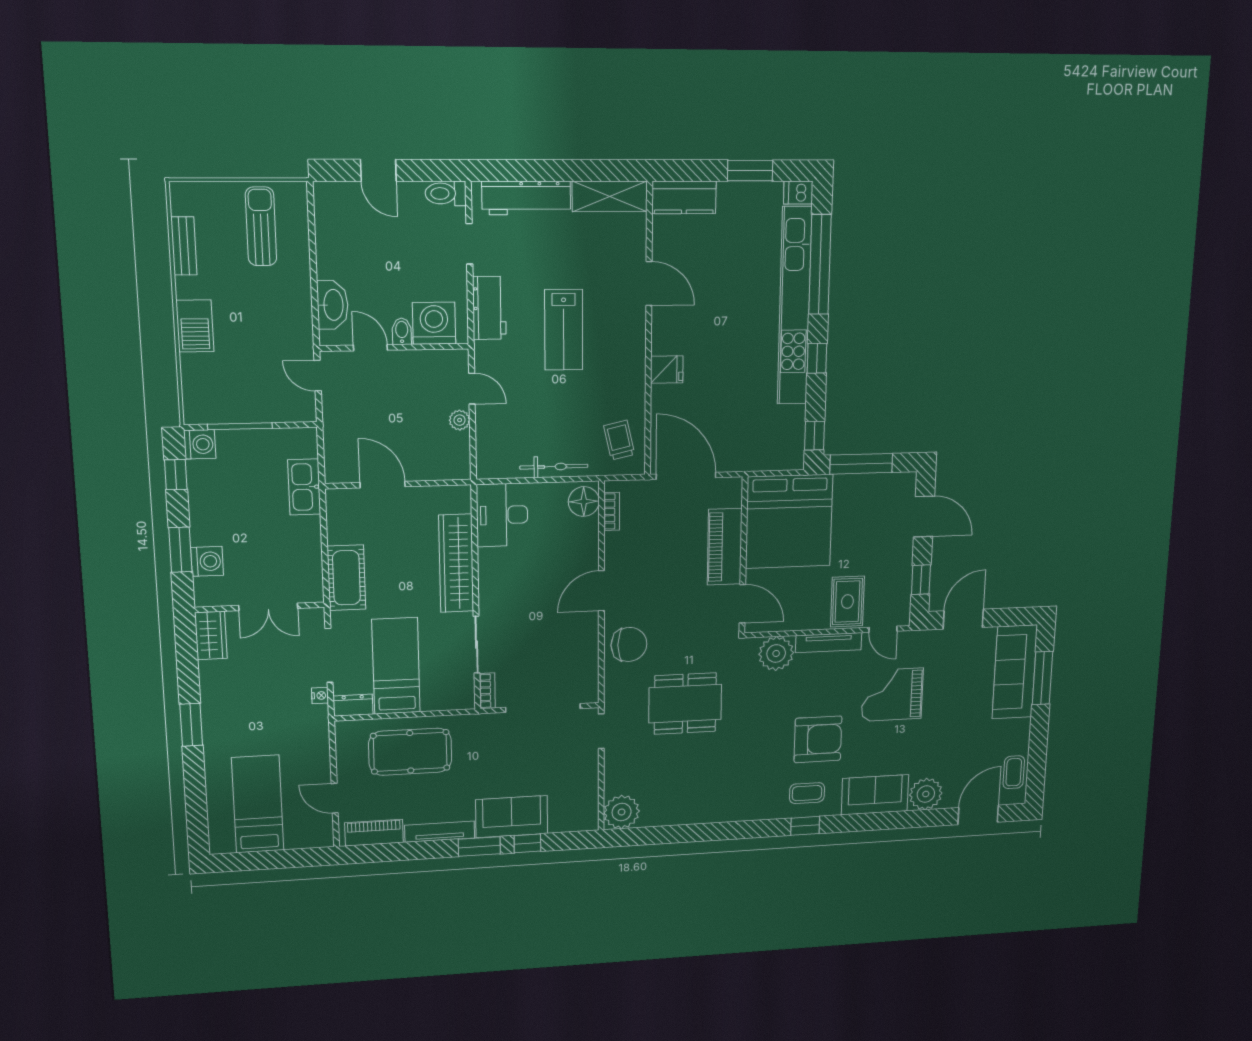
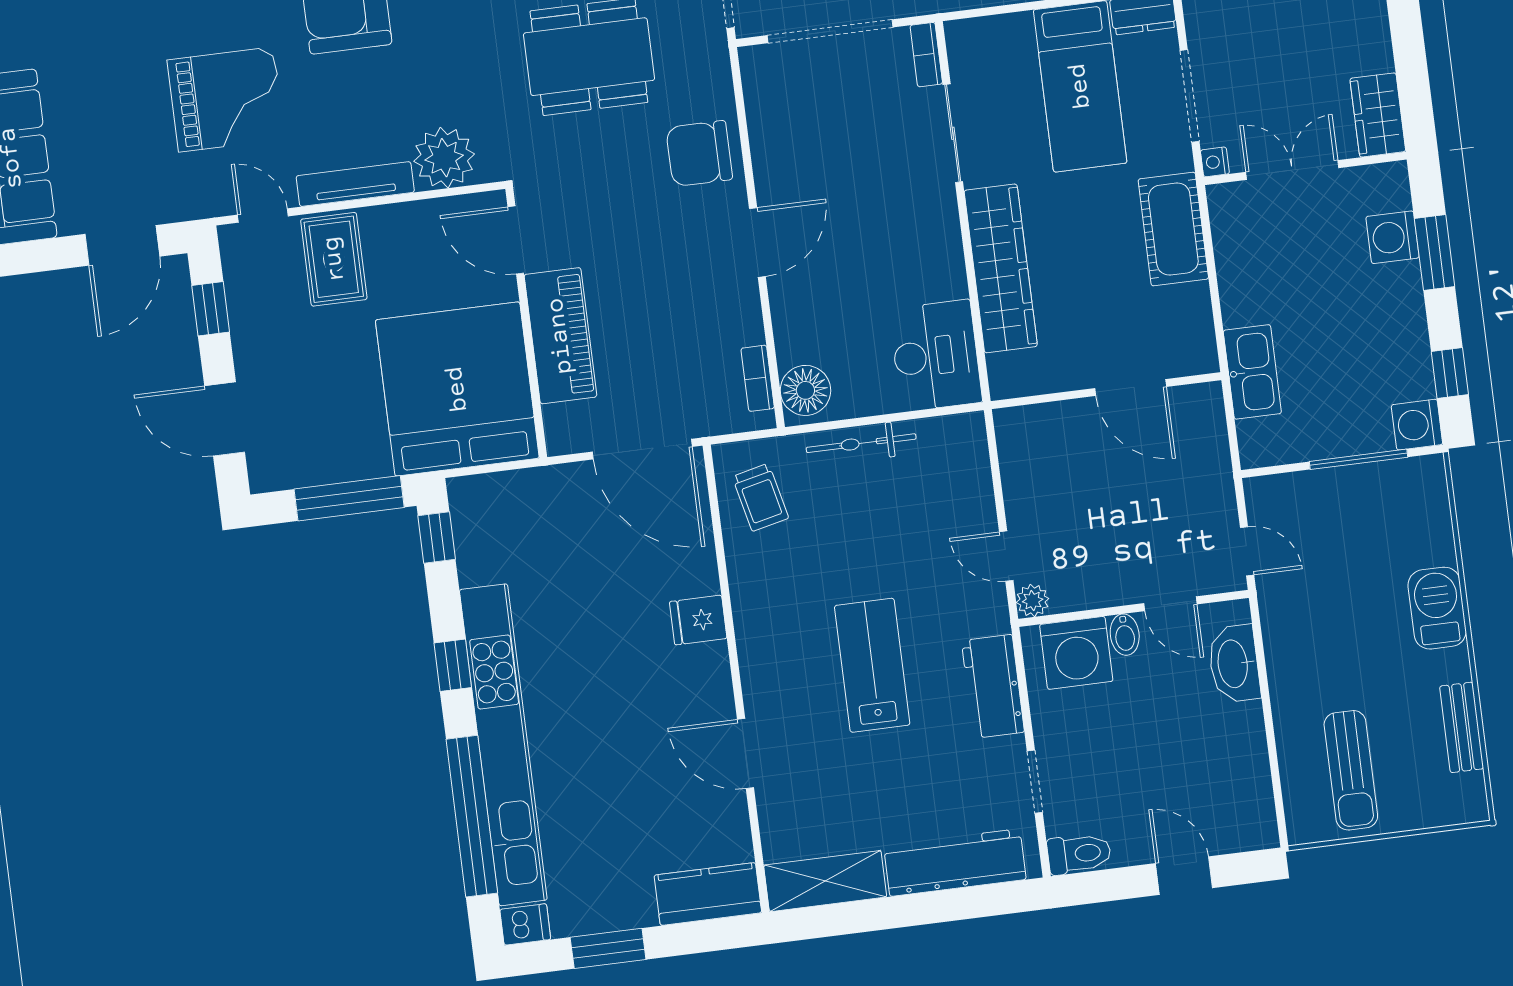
plant: (460, 420) -> (1033, 600), moved
nightstand: (320, 696) -> (1215, 162), moved

